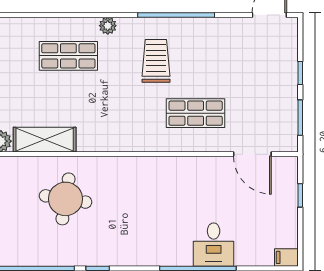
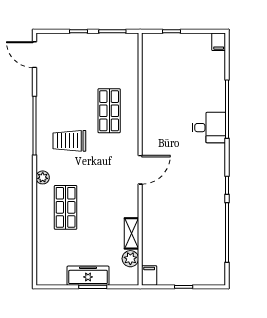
shelving: (45, 140) -> (131, 233), width x0.67, depth x0.75
door: (252, 154) -> (140, 170), moved
round table: (66, 199) -> (174, 210), removed
desk: (214, 245) -> (209, 128), moved

